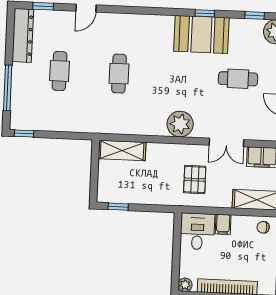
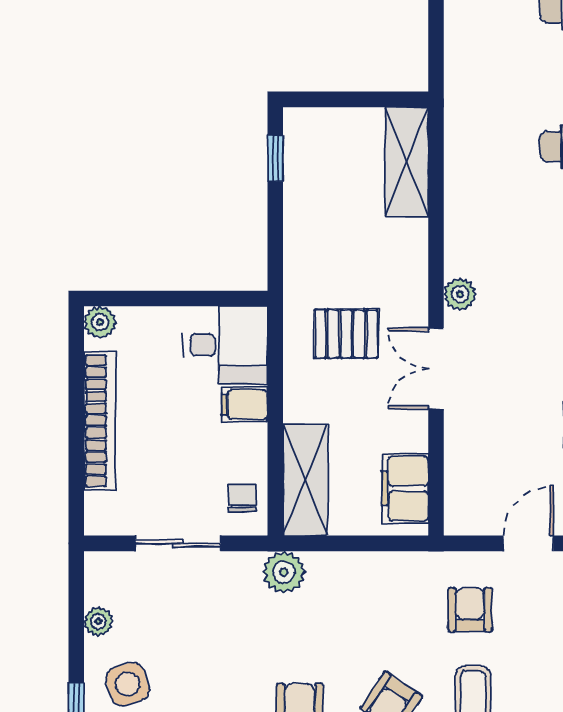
plant: (180, 124) -> (460, 294), width x0.53, depth x0.53
double door: (226, 142) -> (436, 369), moved

